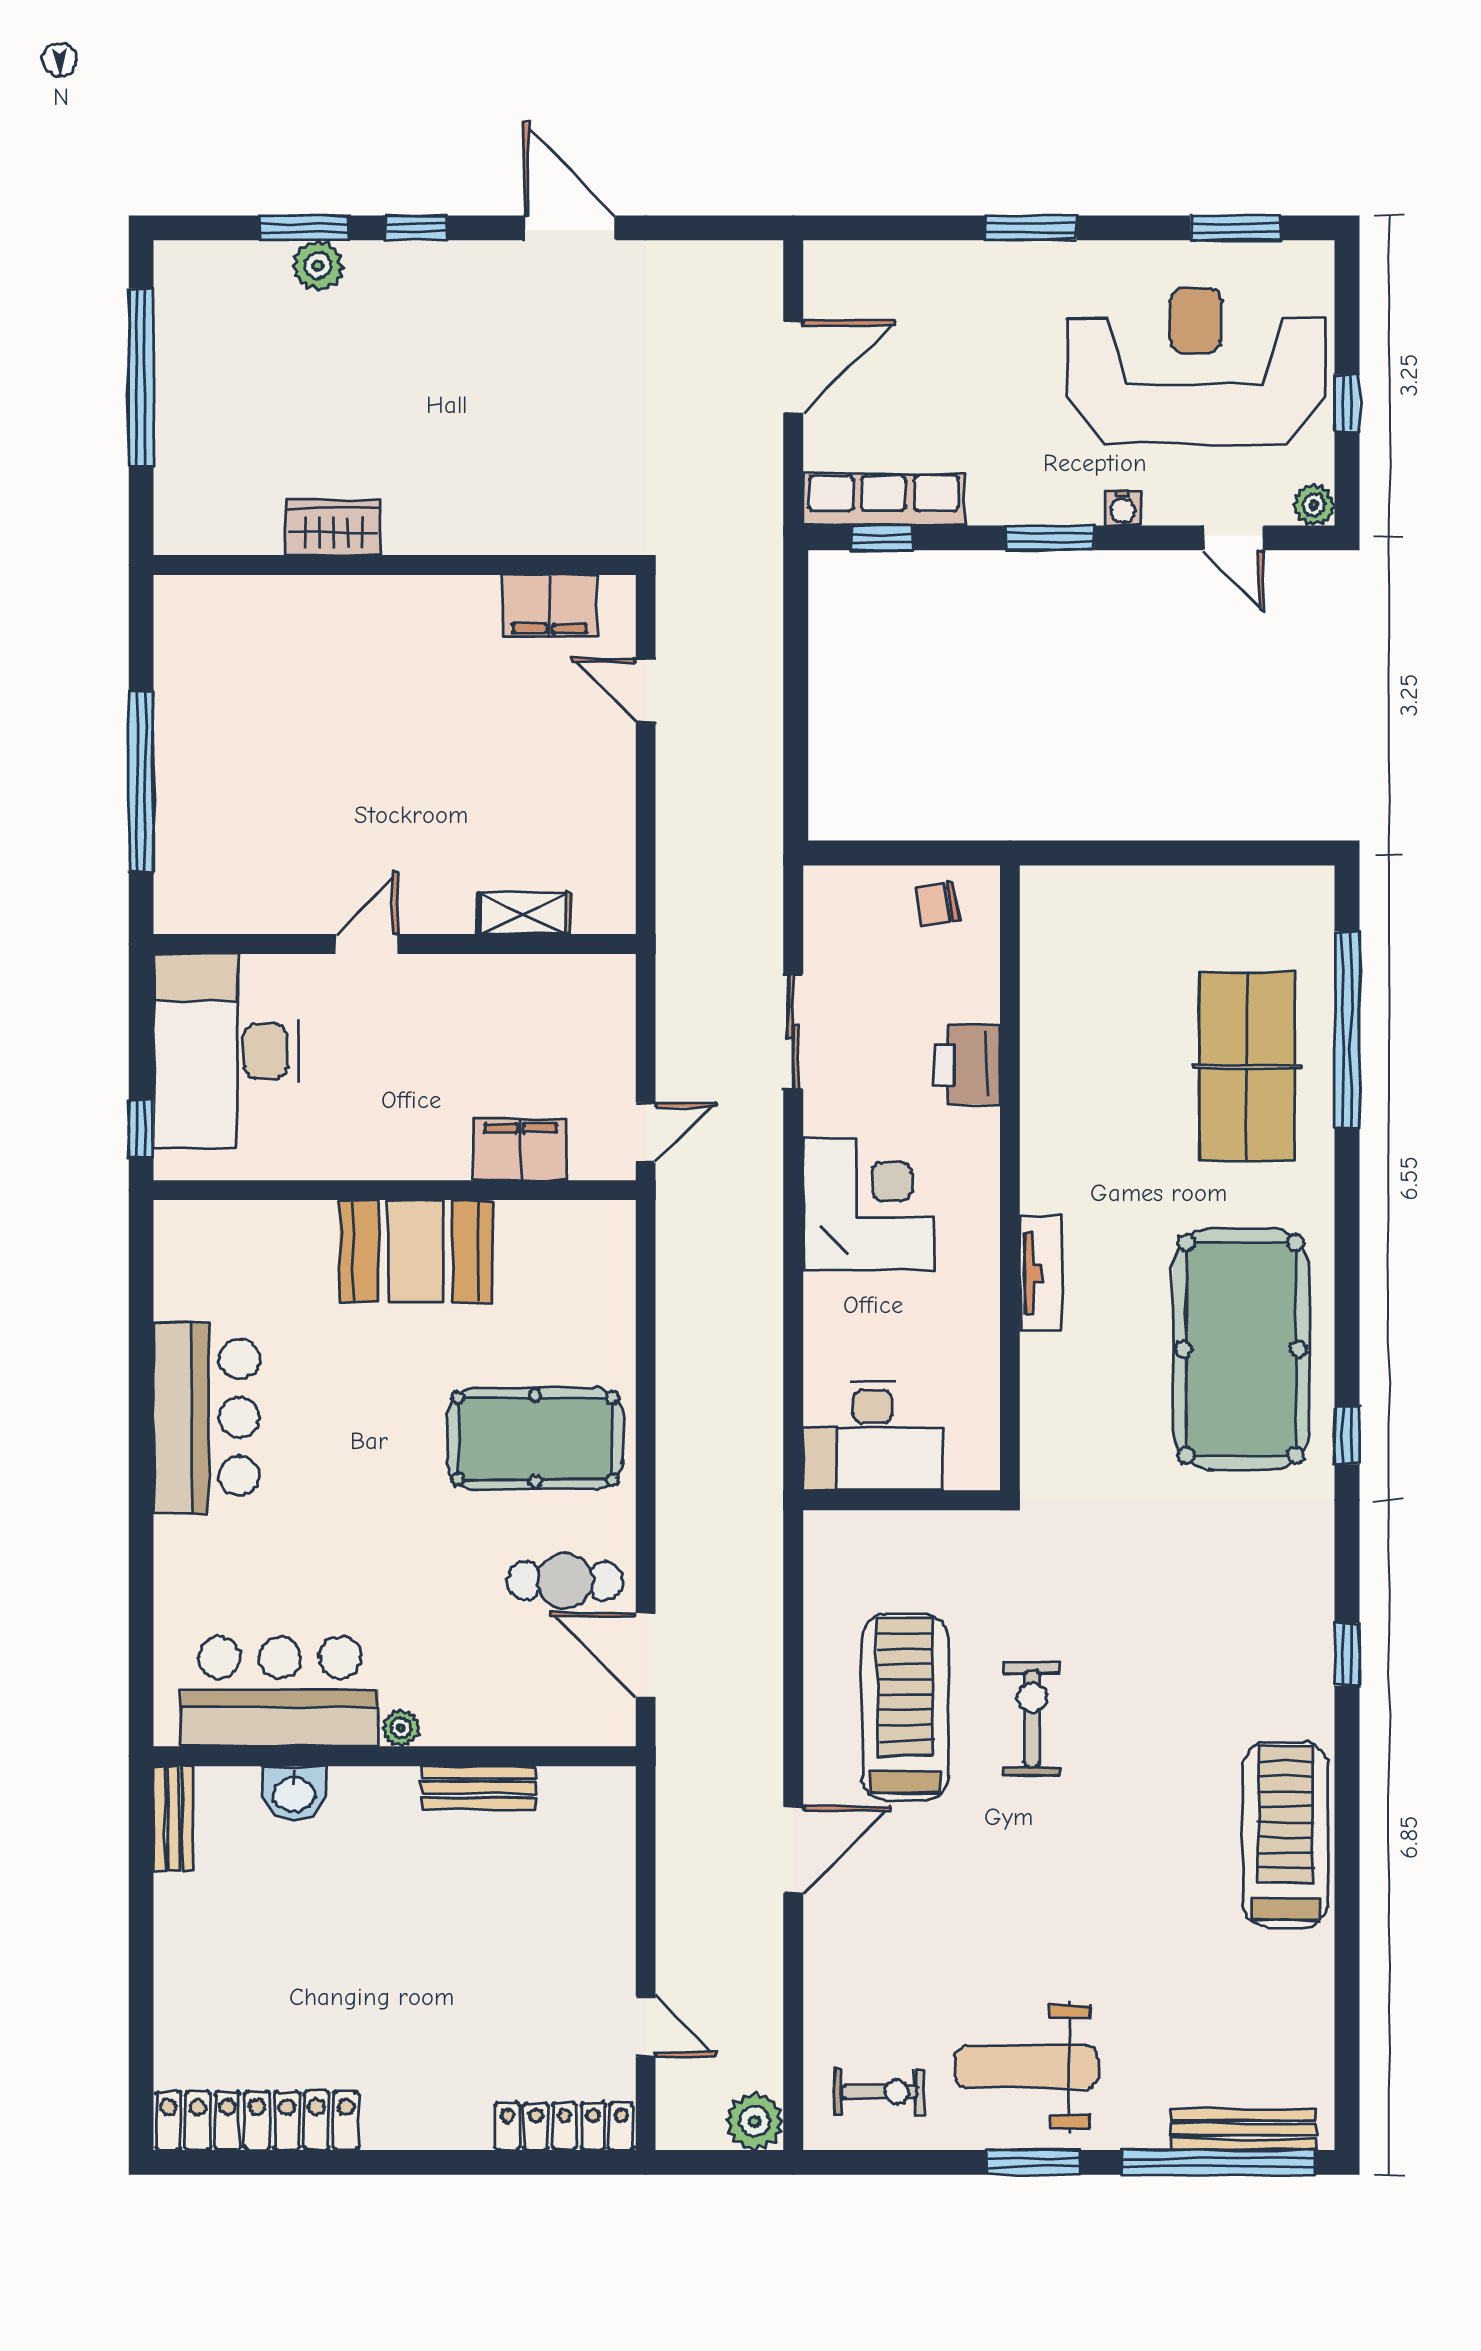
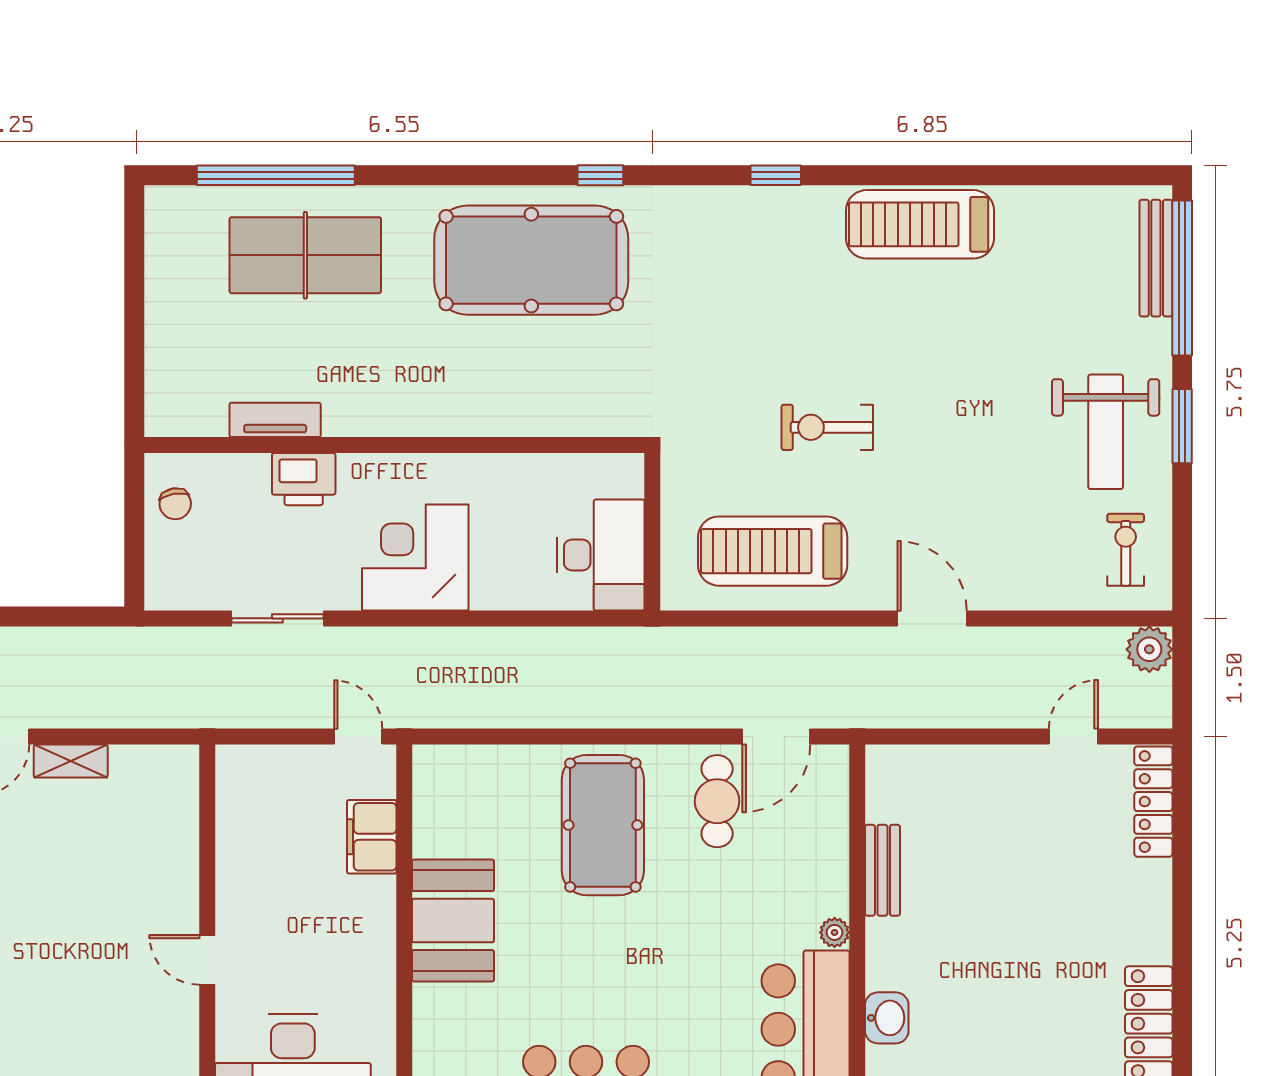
shelving: (523, 913) -> (71, 761), moved, turned 90
tv unit: (1041, 1273) -> (275, 420), moved
treadmill: (905, 1707) -> (773, 551), moved

